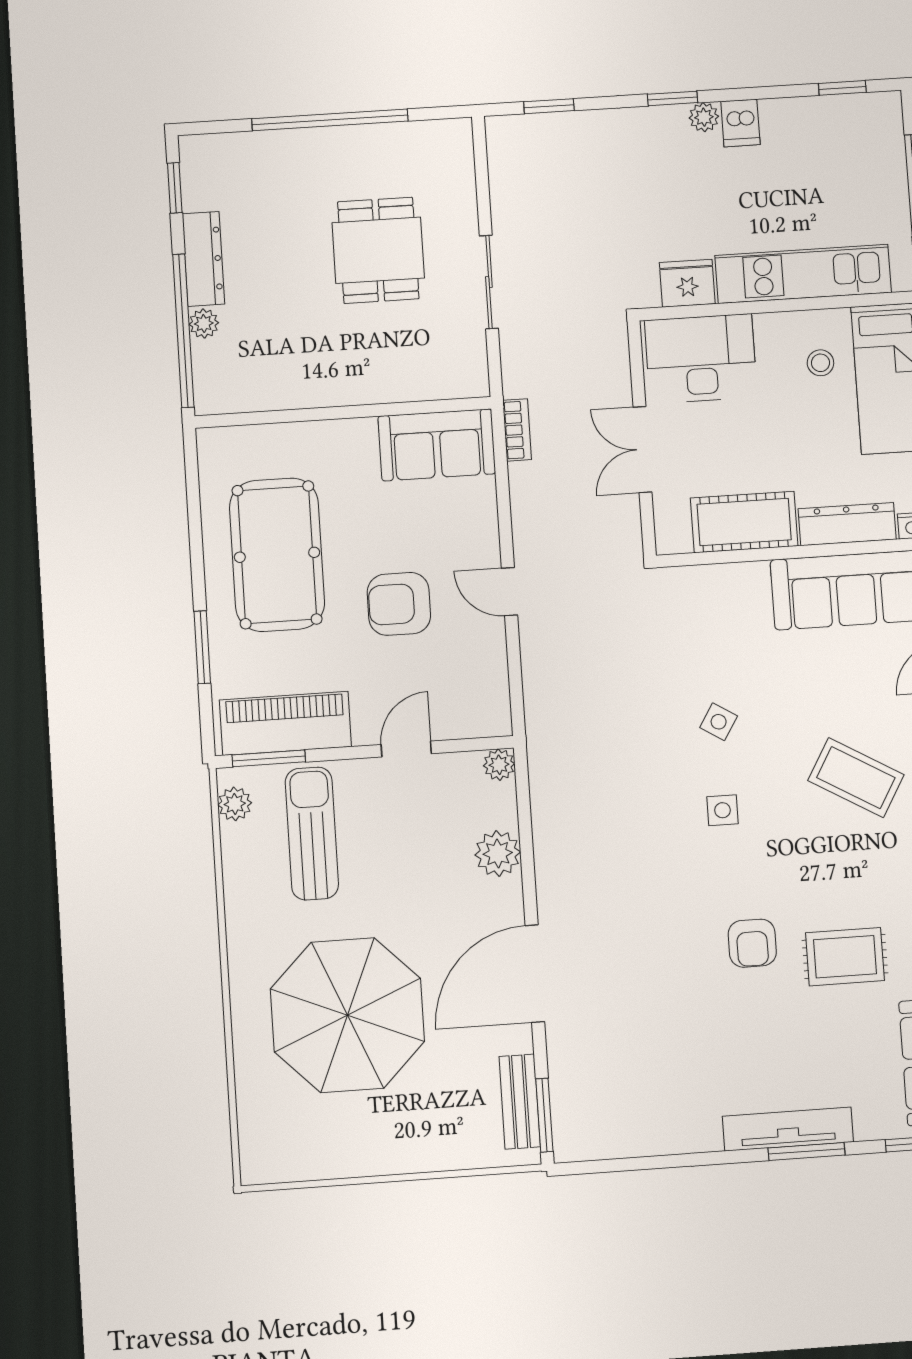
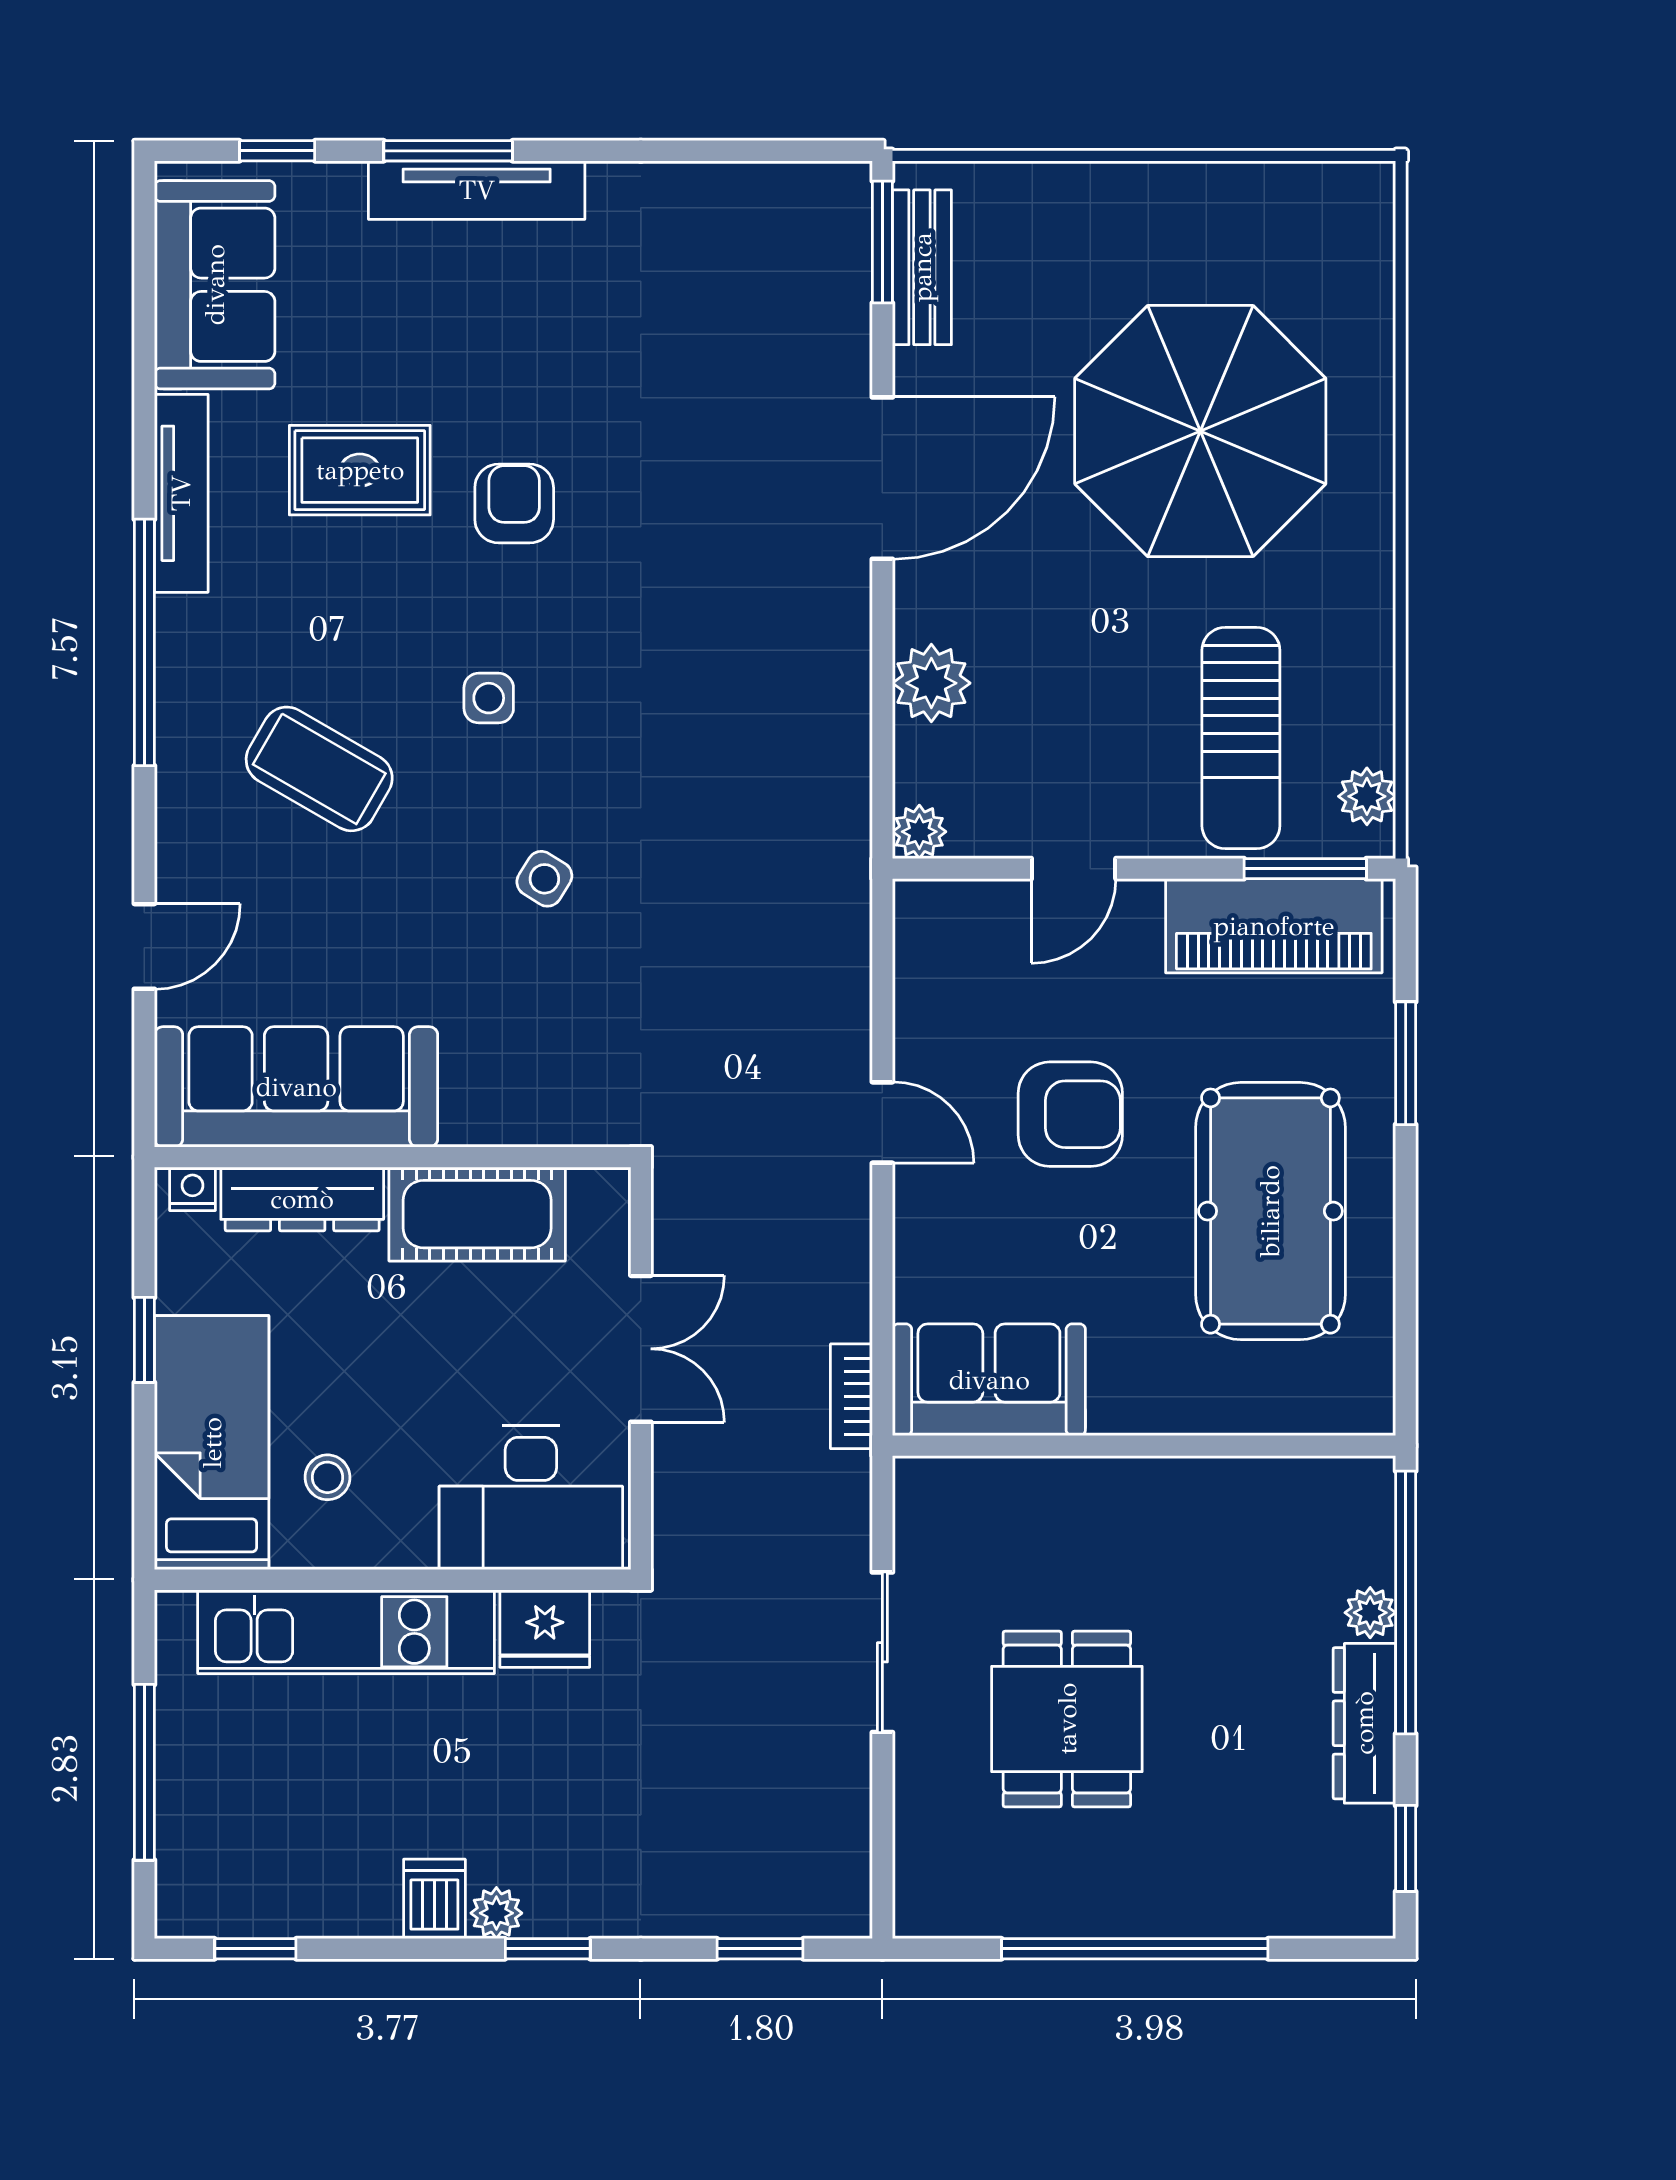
side table: (722, 810) -> (489, 698), moved

